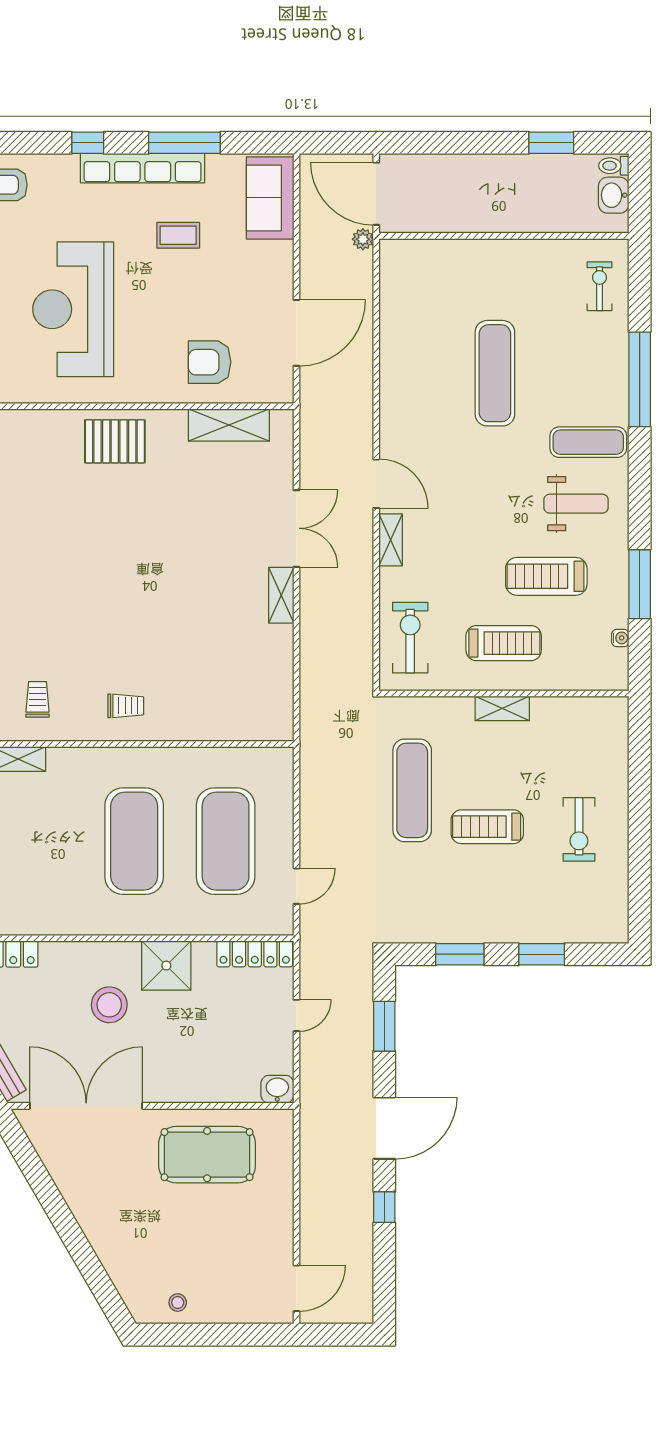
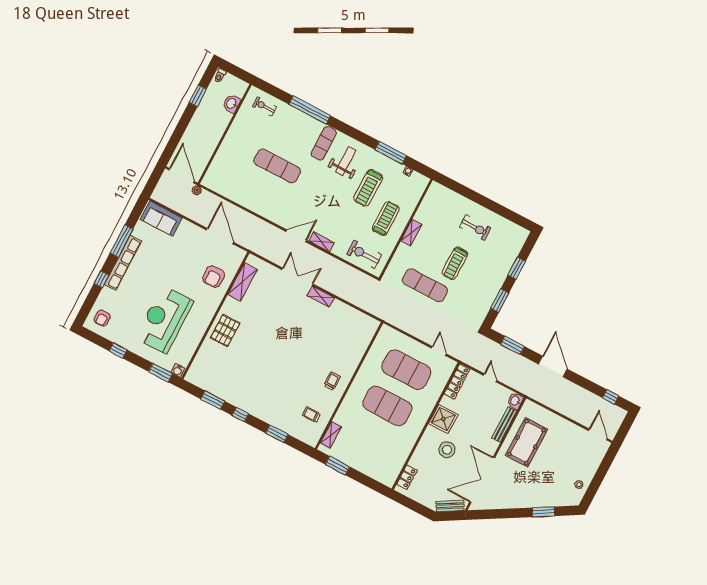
door: (376, 194) -> (182, 176), swing flipped
washbasin: (614, 195) -> (232, 104), moved, turned 90
coffee table: (178, 235) -> (157, 263), removed
reception desk: (73, 309) -> (164, 320), turned 90
bench: (219, 1092) -> (504, 424), added
window: (384, 1207) -> (611, 397), moved
window: (87, 1261) -> (543, 512), added

